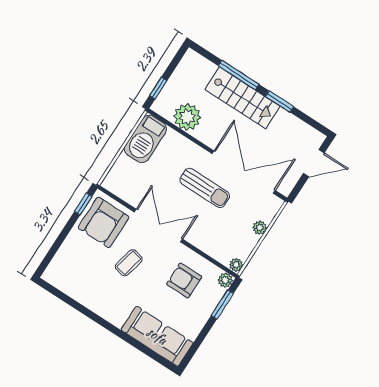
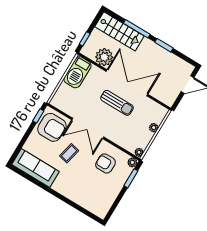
stairs: (242, 98) -> (119, 31), moved
double door: (244, 172) -> (127, 83), moved
armchair: (104, 222) -> (52, 127), turned -90
double door: (158, 226) -> (88, 128), swing flipped
sofa: (157, 336) -> (35, 168), moved

